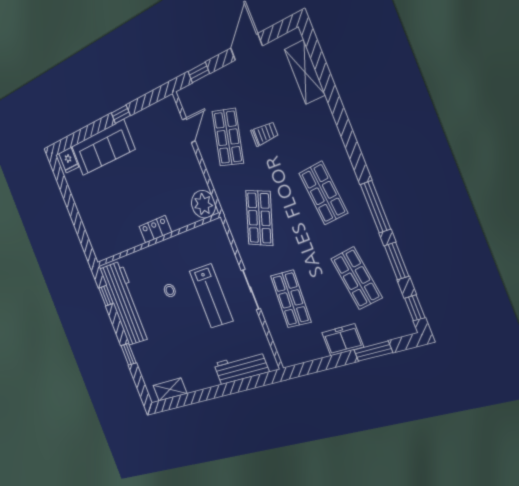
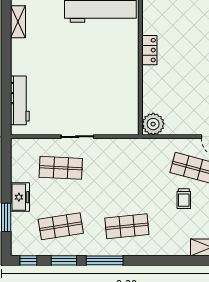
shop shelf: (259, 218) -> (127, 168), removed
locker: (155, 229) -> (149, 50), moved
stool: (170, 291) -> (98, 61), removed
lab bench: (211, 296) -> (82, 99), removed

